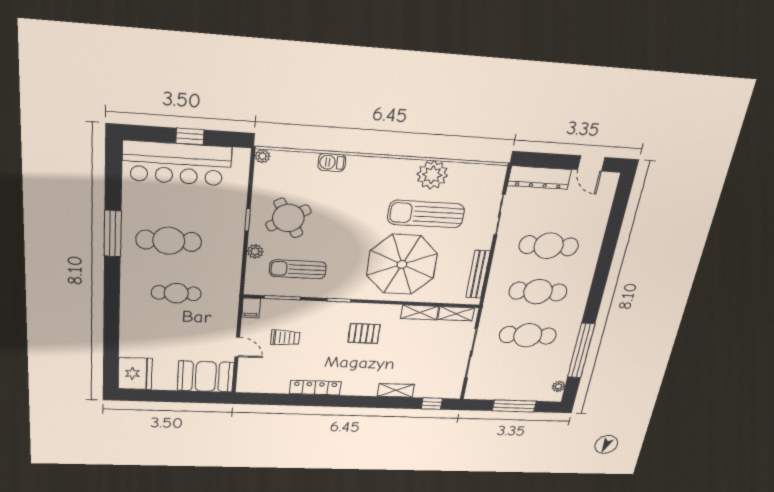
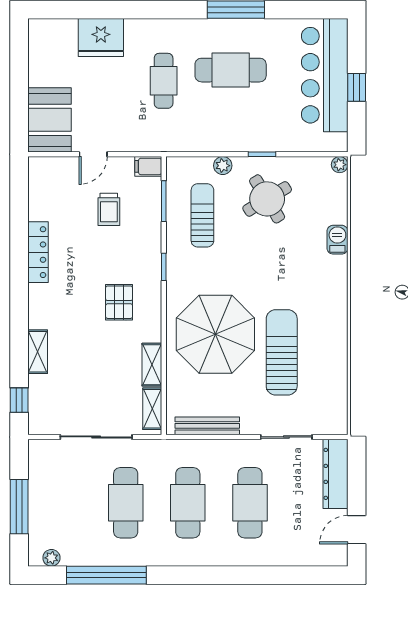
plant: (432, 175) -> (330, 352), removed
cafe table: (169, 241) -> (231, 70), turned 90
fridge: (135, 374) -> (101, 38), moved

